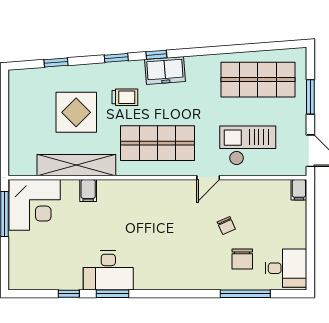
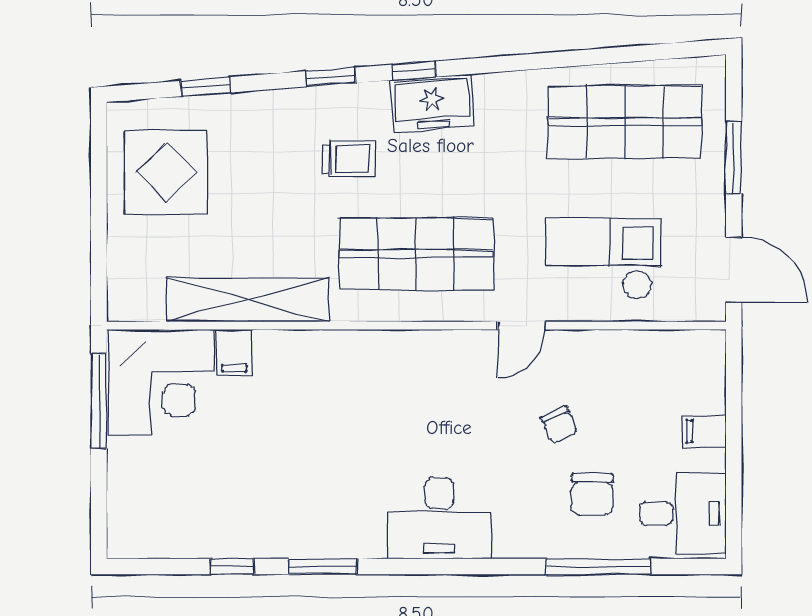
display table: (76, 112) -> (166, 172), moved
filing cabinet: (299, 190) -> (705, 431), moved, turned 90
filing cabinet: (88, 191) -> (234, 352), moved
desk: (108, 270) -> (439, 518), moved

